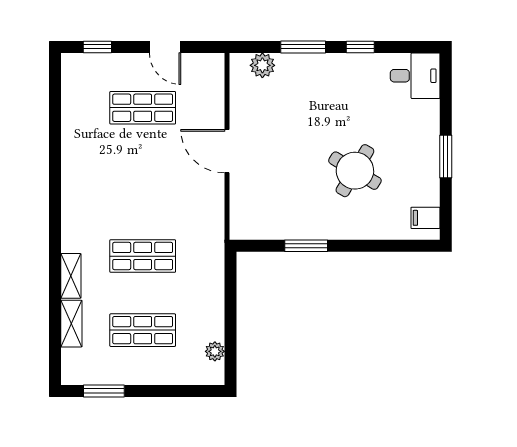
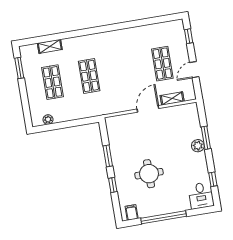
window: (360, 47) -> (213, 179), moved
plant: (262, 65) -> (198, 146), moved
window: (446, 156) -> (164, 217), width x2.11
round table: (355, 171) -> (149, 174), turned -31
window: (365, 246) -> (113, 185), added
shelving: (71, 276) -> (172, 98), moved

